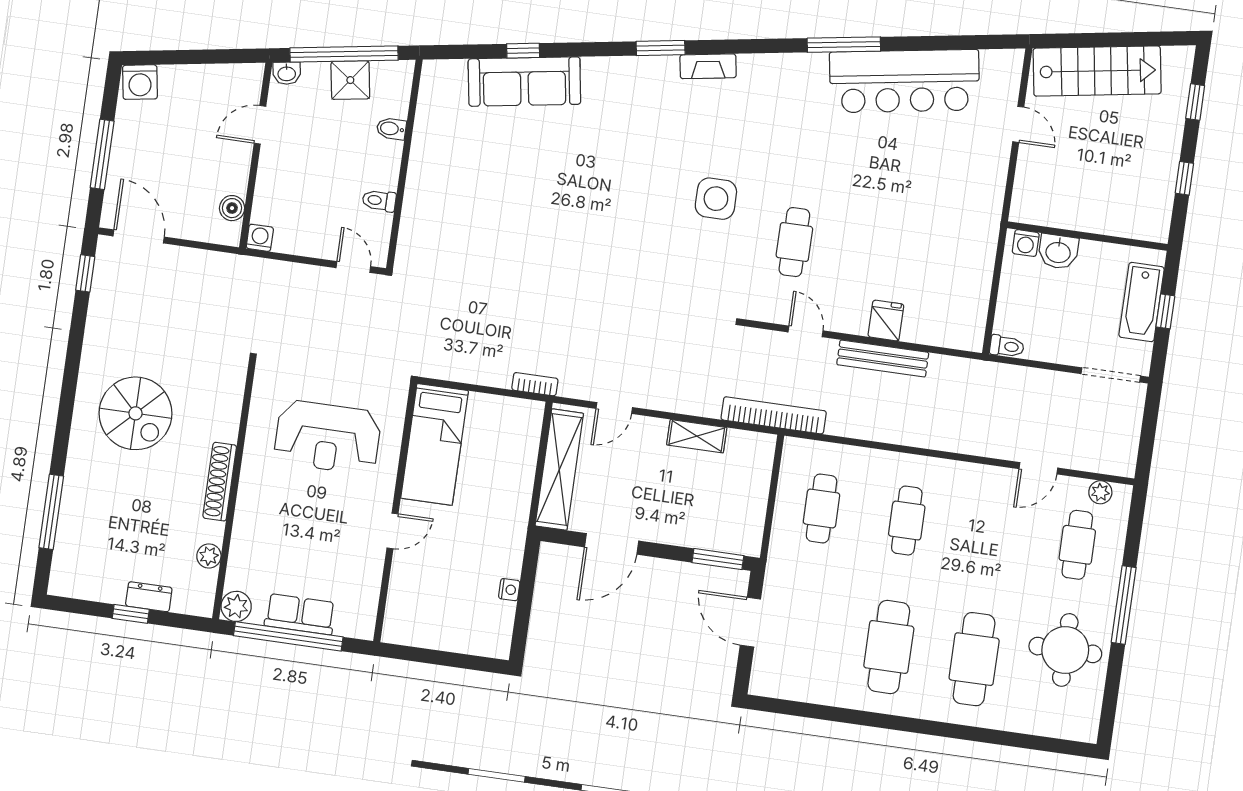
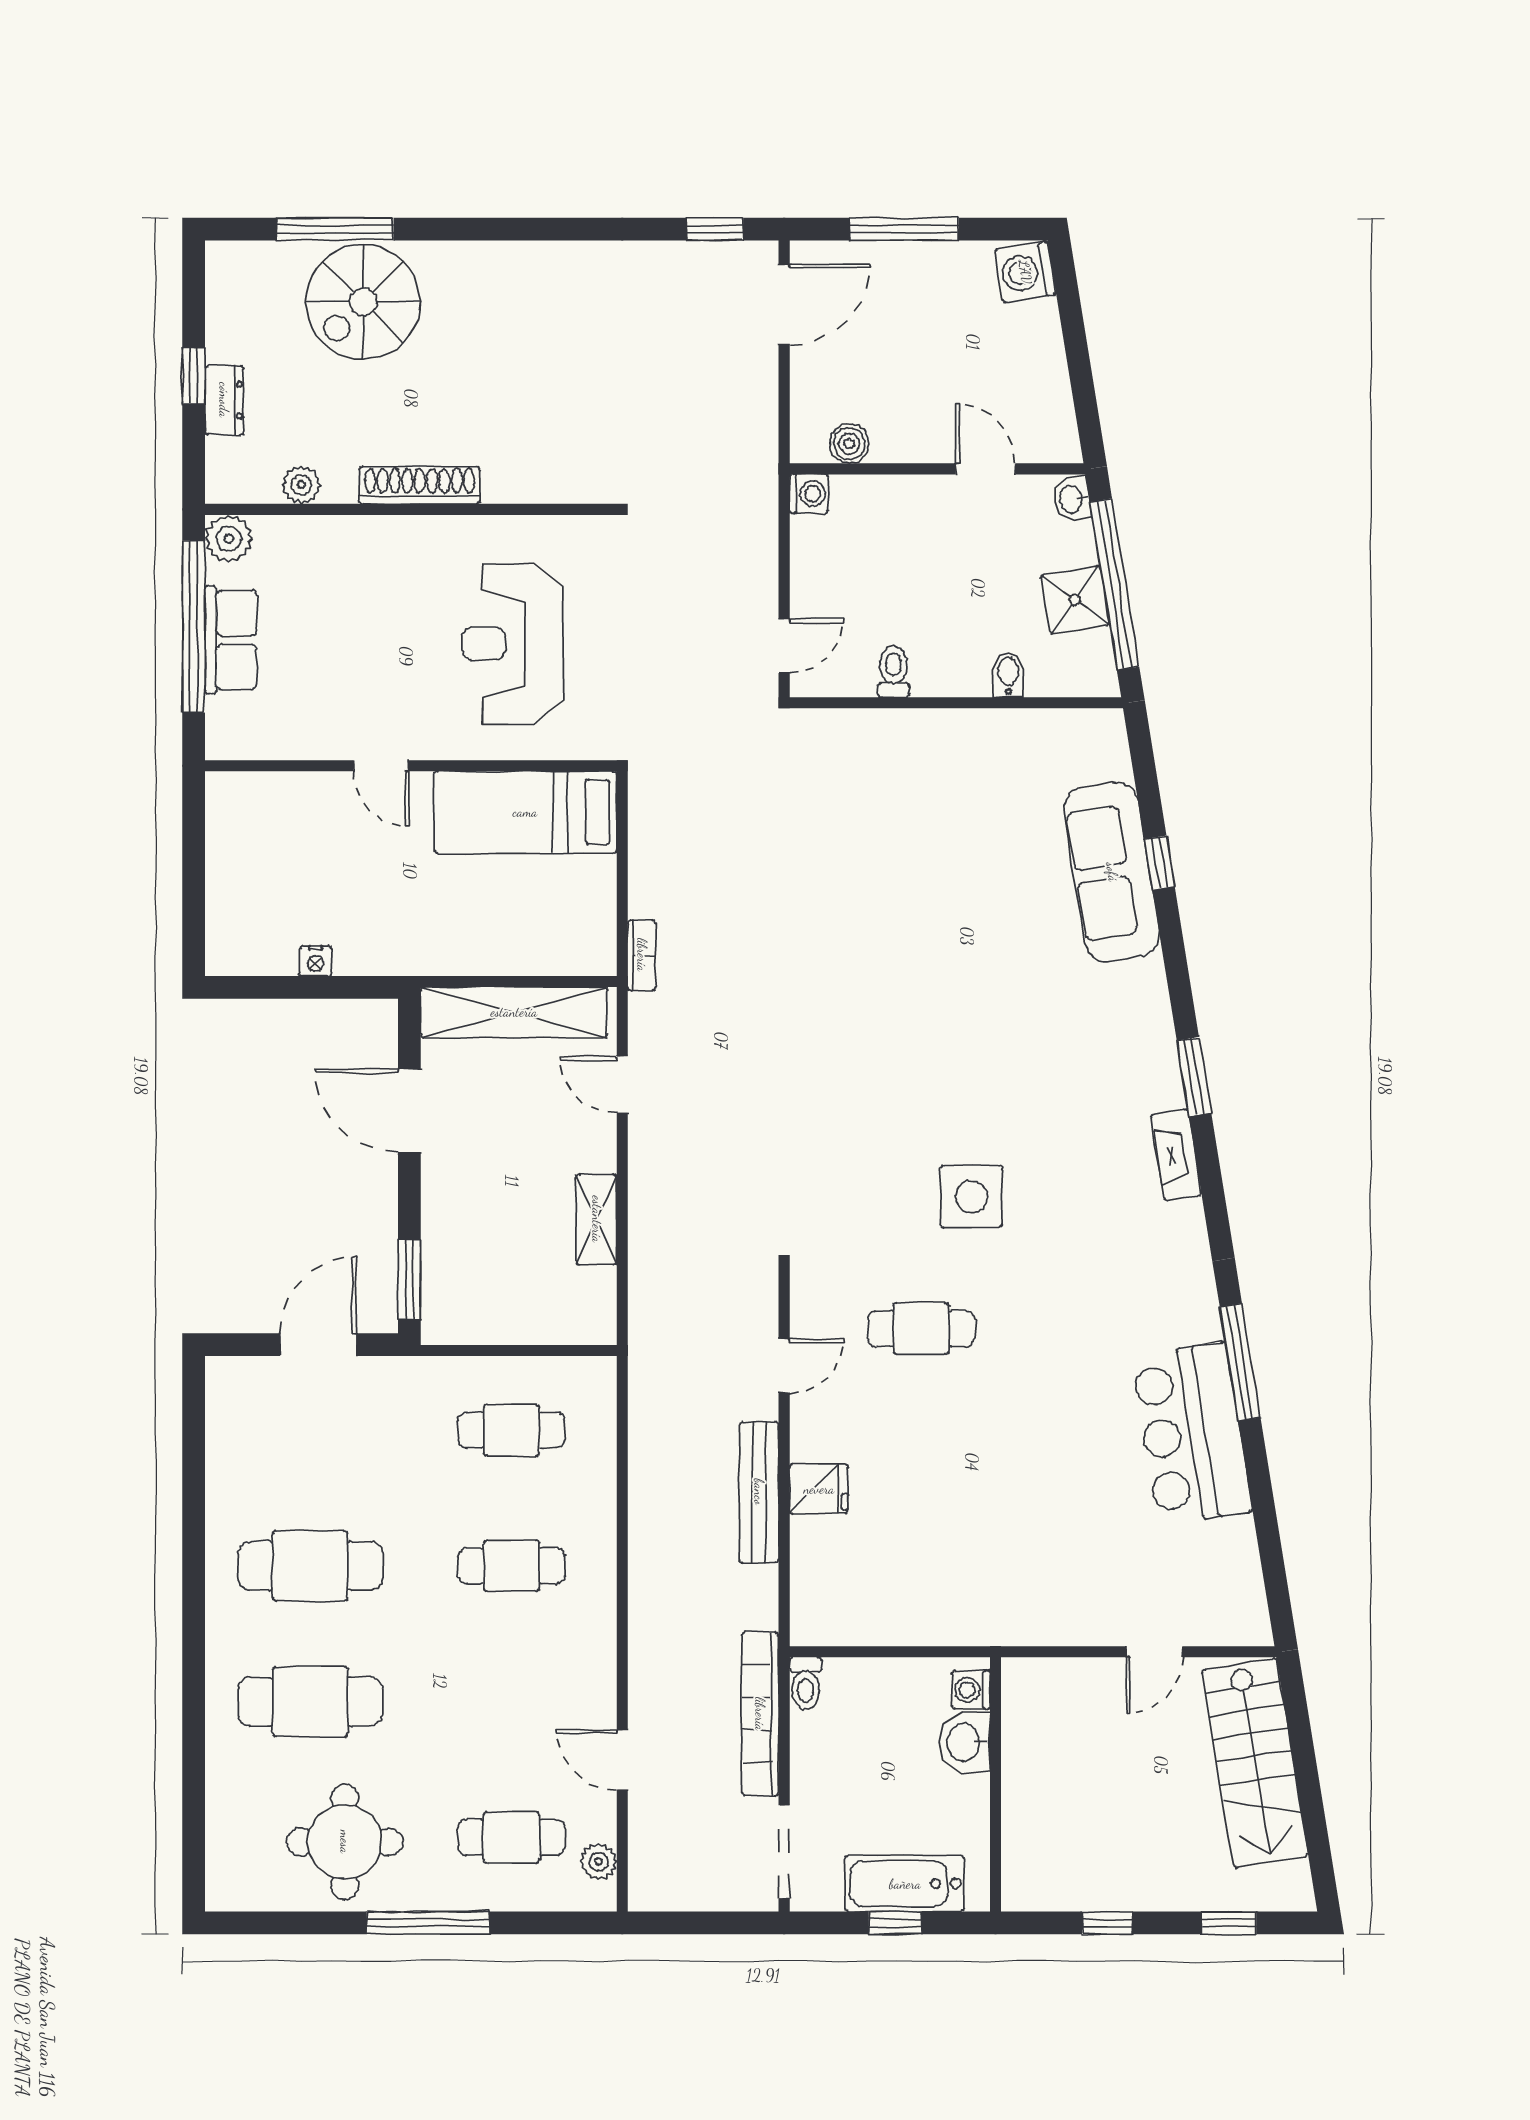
bar counter: (904, 81) -> (1192, 1434), width x0.73
spiral stairs: (135, 413) -> (363, 302), moved
bookcase: (774, 415) -> (760, 1714), moved, turned 180

